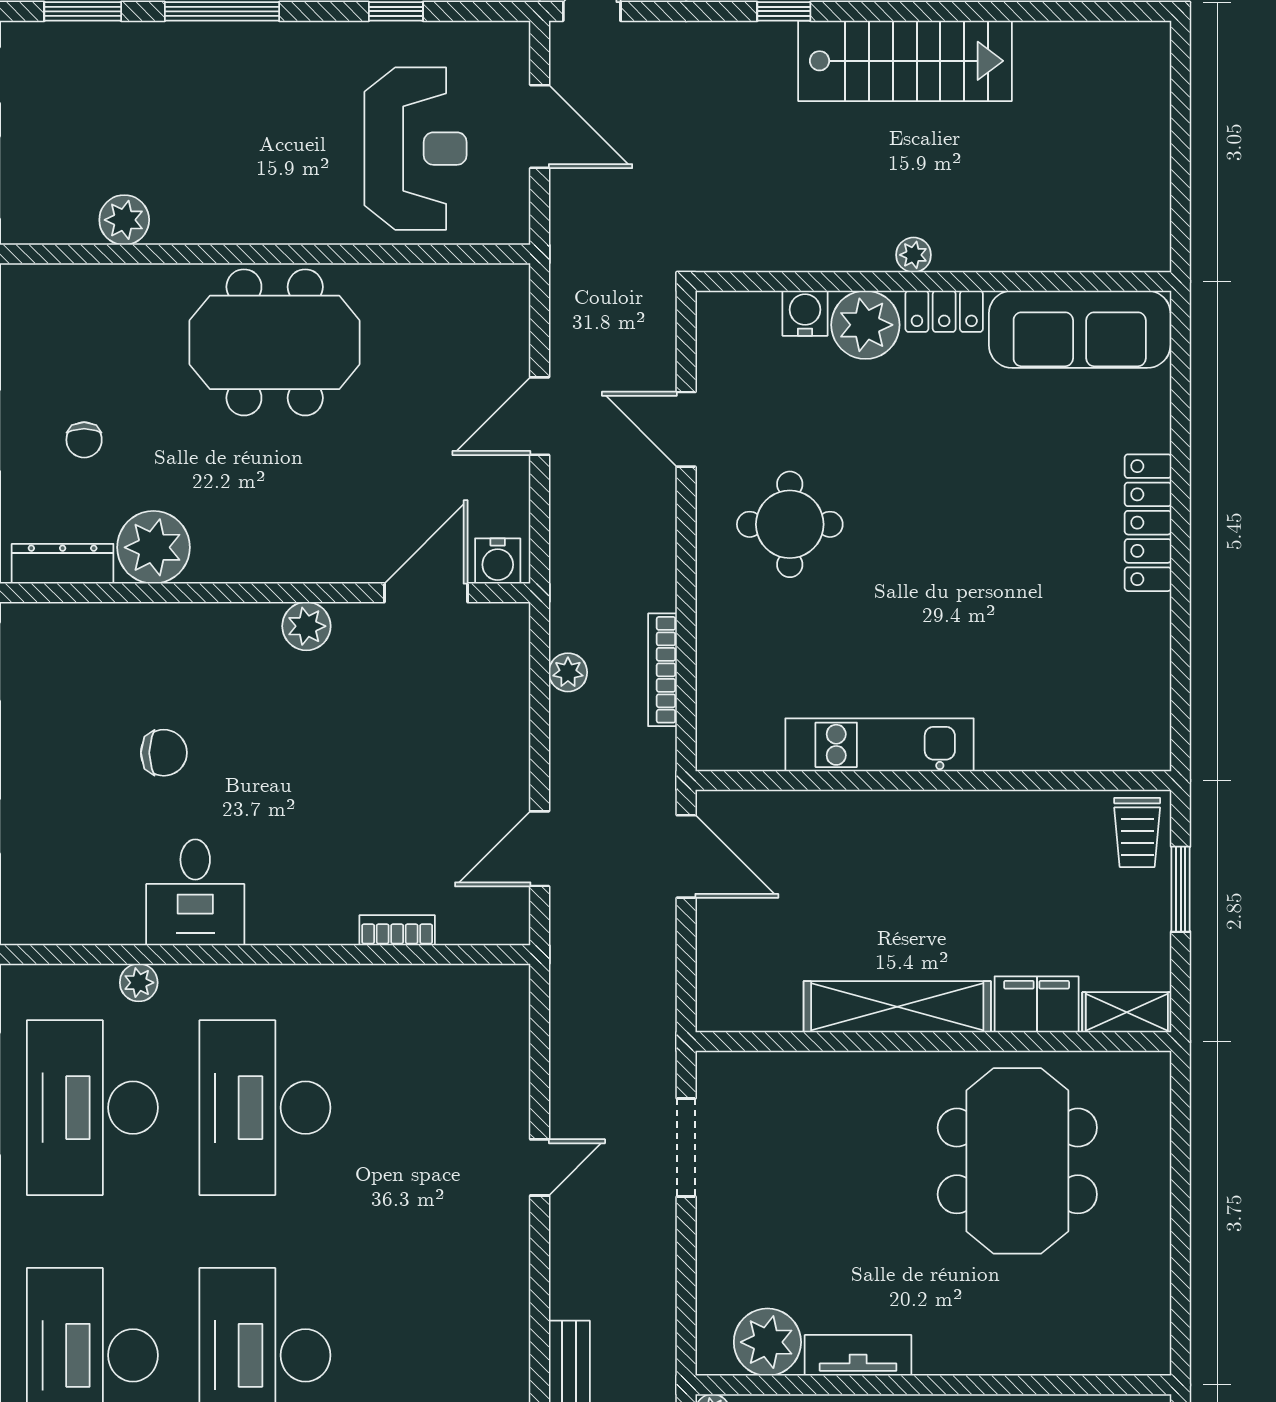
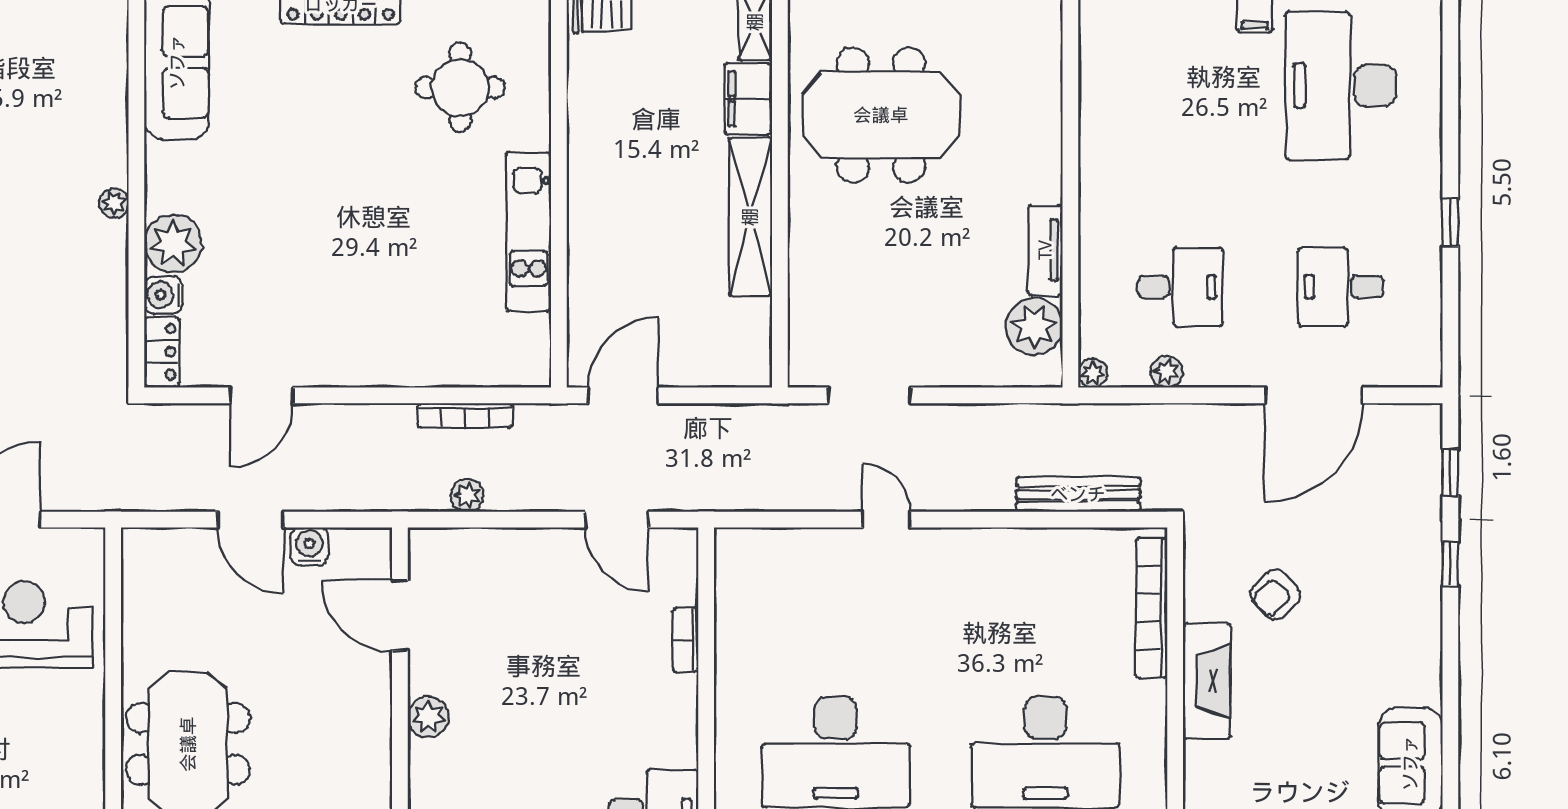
locker: (944, 311) -> (162, 352), moved
round table: (790, 524) -> (460, 87), moved
water cooler: (498, 561) -> (309, 546), moved, turned -90

